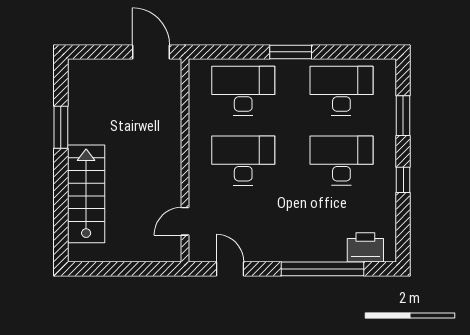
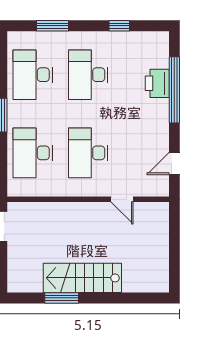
window: (403, 180) -> (119, 26), moved
stairs: (86, 194) -> (82, 278), moved
door: (185, 221) -> (122, 199), moved
printer: (365, 247) -> (157, 83), moved

